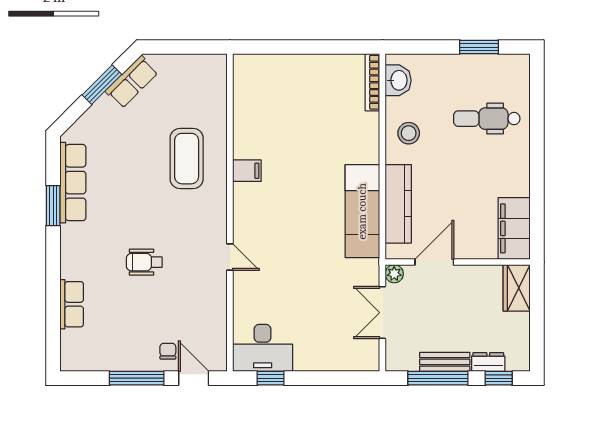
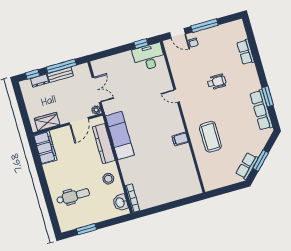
wardrobe: (517, 288) -> (47, 122), moved, turned -90

